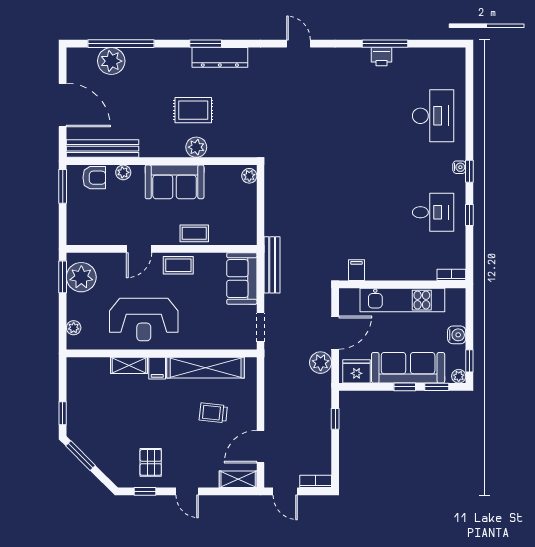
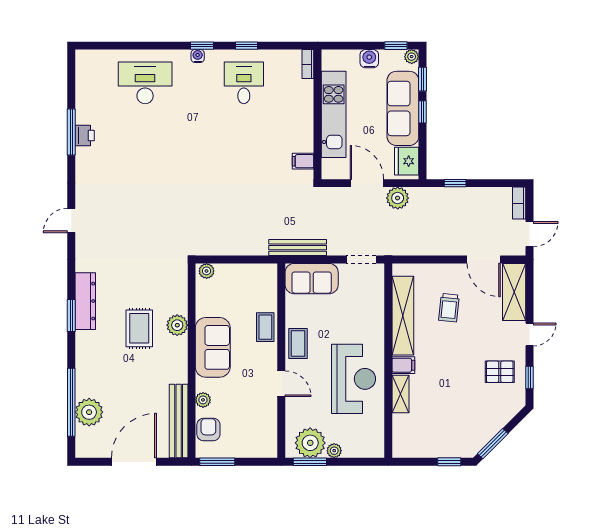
plant: (74, 328) -> (334, 451), moved
shelving: (238, 479) -> (514, 292), width x1.50, depth x1.33

